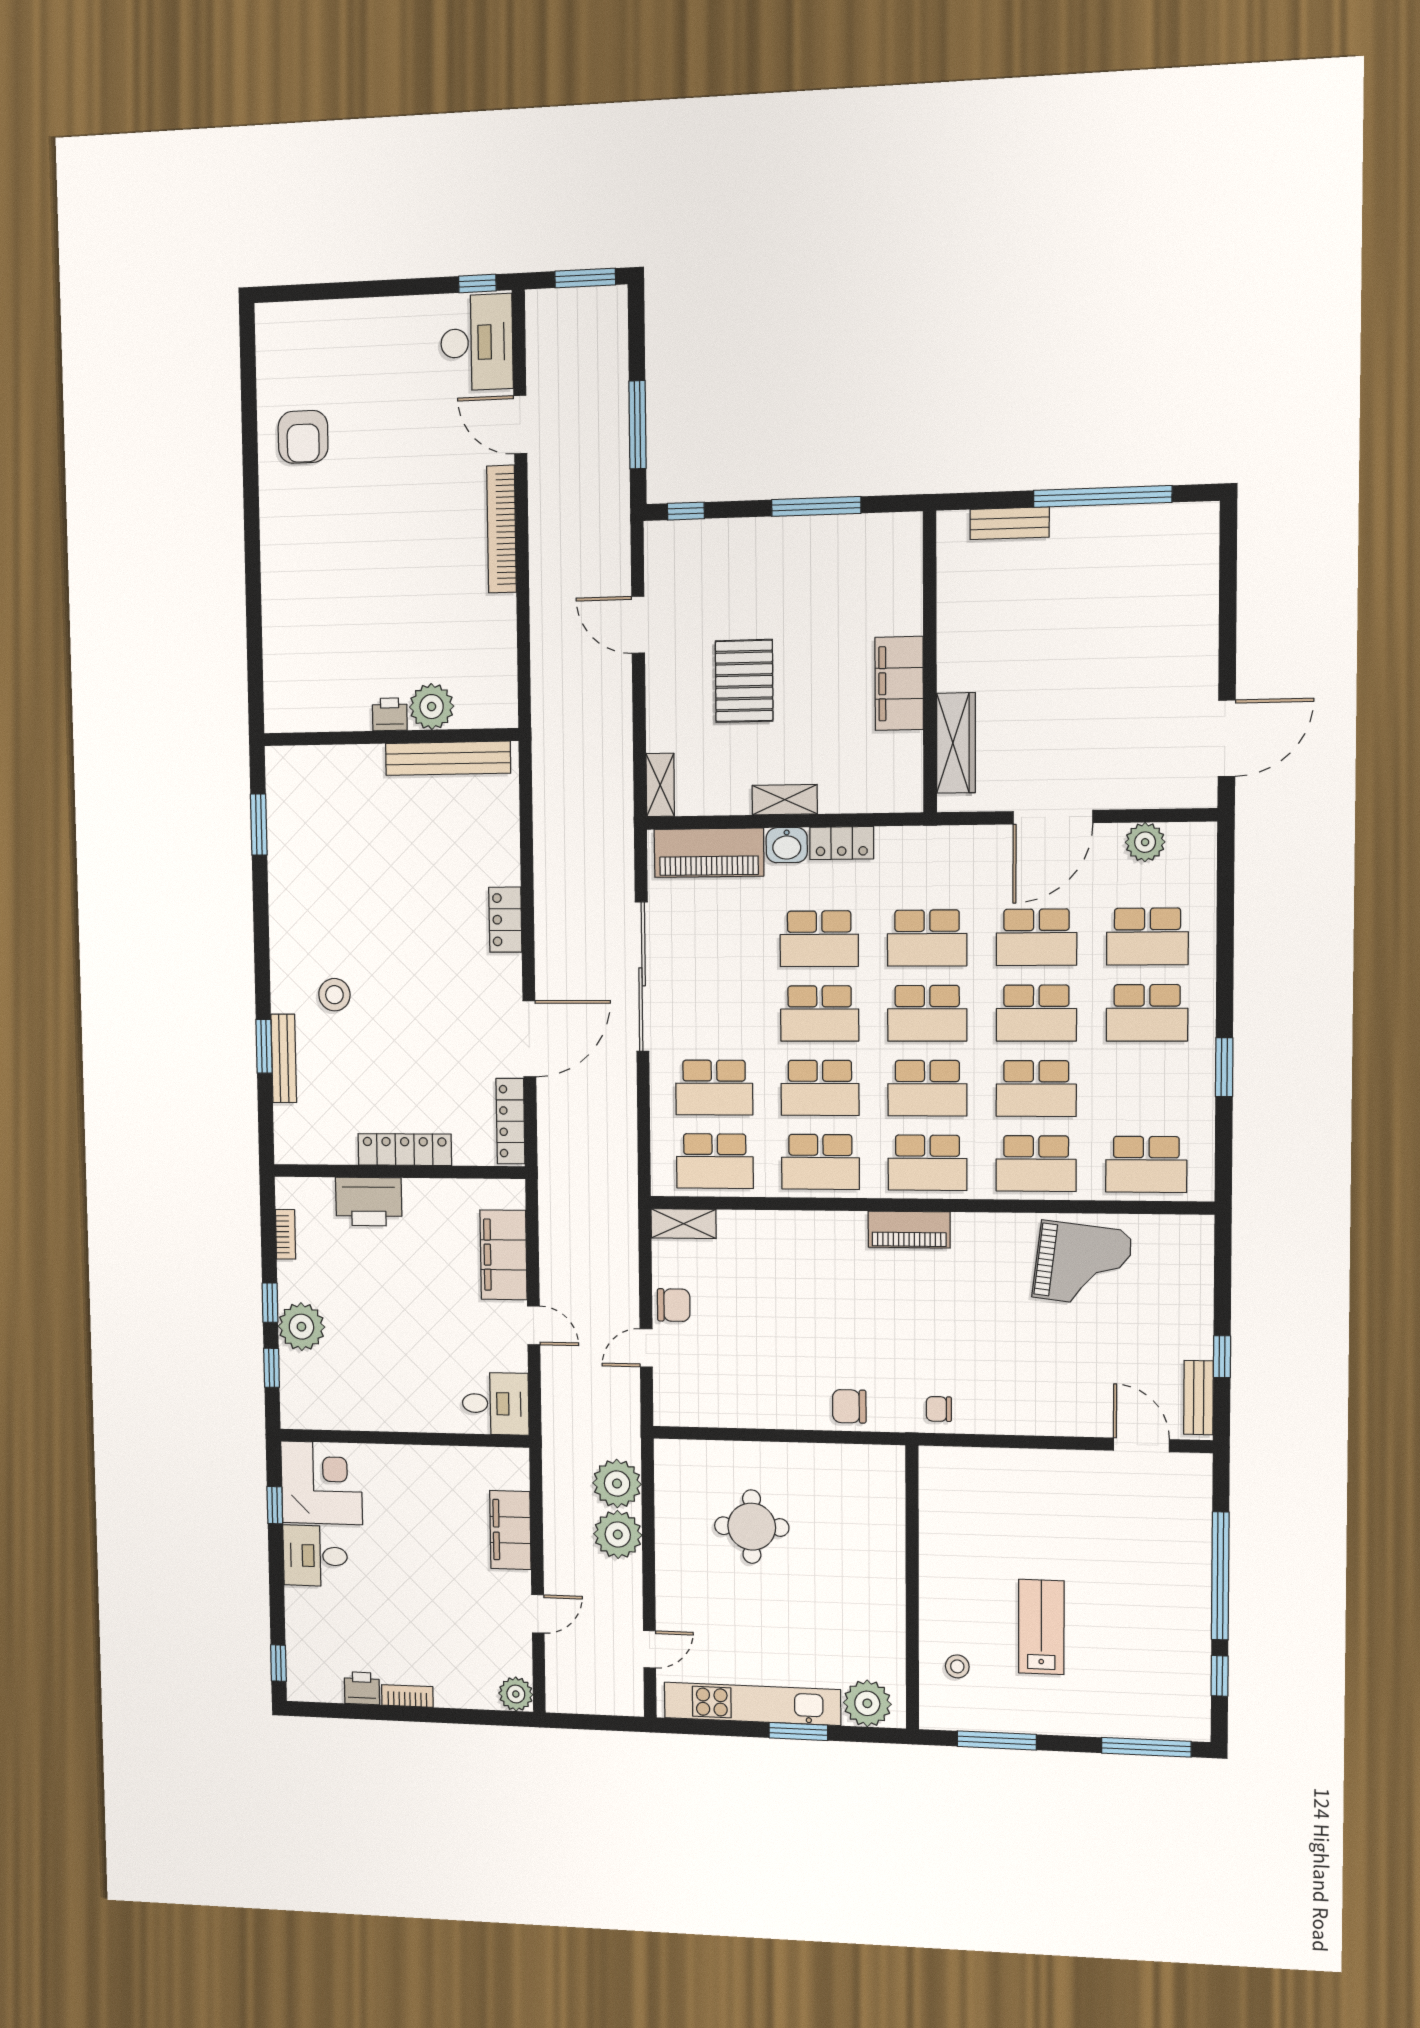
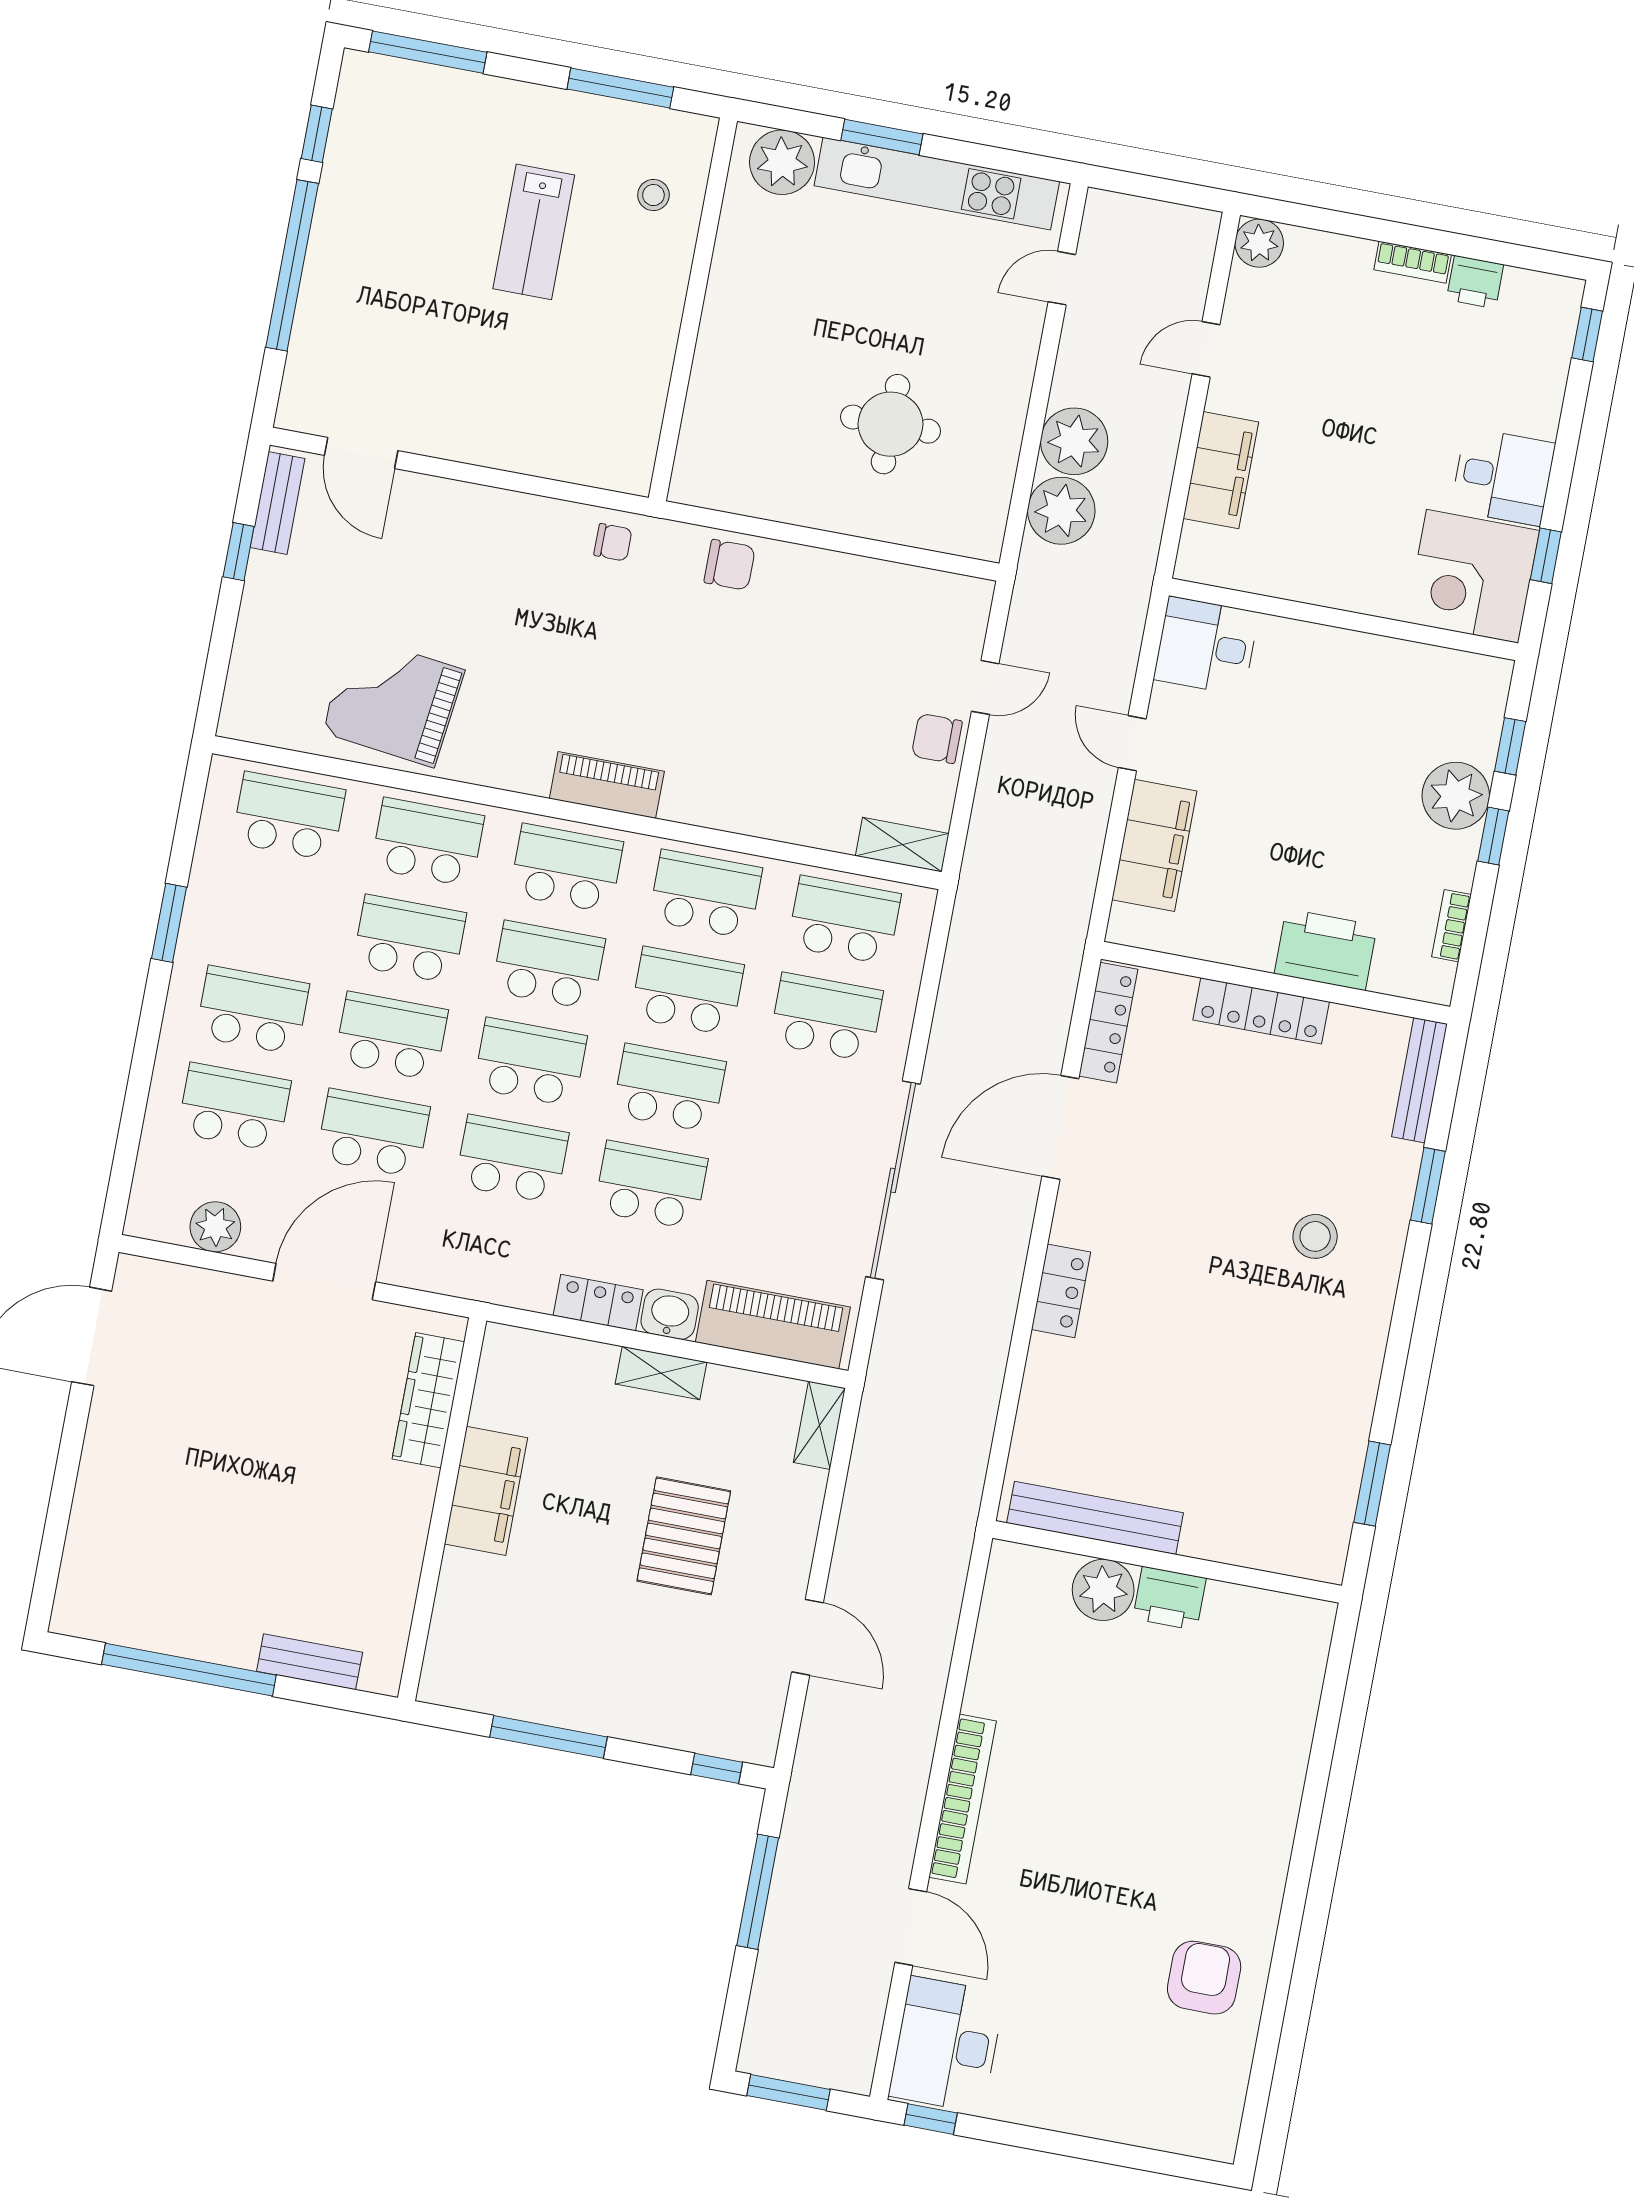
printer: (390, 714) -> (1169, 1598), width x1.36, depth x1.24
bench: (284, 1058) -> (1419, 1080), moved

